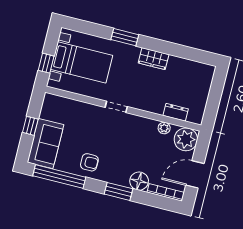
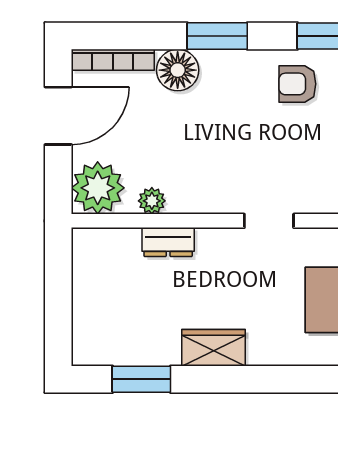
window: (125, 37) -> (141, 379), moved
dresser: (176, 112) -> (168, 242), moved

